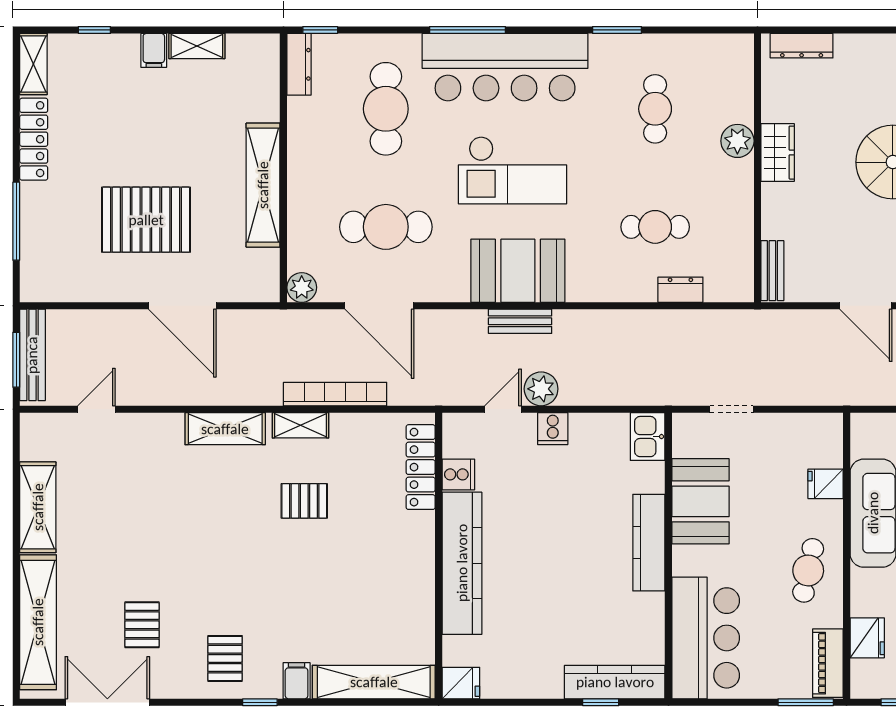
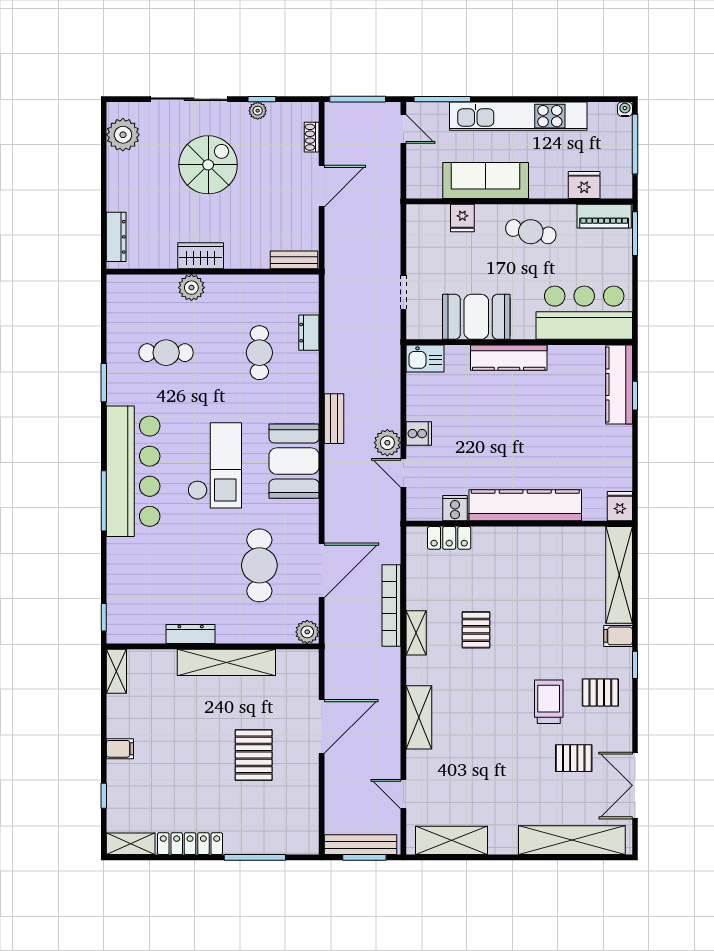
shelving: (197, 46) -> (116, 671), moved
dresser: (299, 64) -> (191, 634), moved
cafe table: (386, 109) -> (166, 565), removed
pallet: (146, 220) -> (254, 755), width x0.73, depth x0.71
bench: (520, 321) -> (334, 419), moved
shelving: (225, 429) -> (419, 717), moved
locker: (421, 467) -> (449, 538), width x0.66
shelving: (38, 507) -> (452, 840), moved
trolley: (213, 593) -> (549, 702), added

